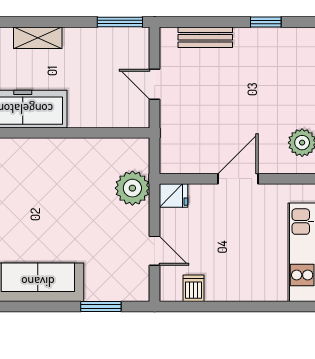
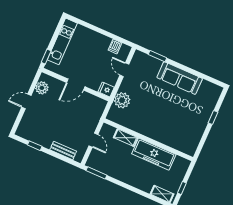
shelving: (38, 38) -> (126, 138), moved

